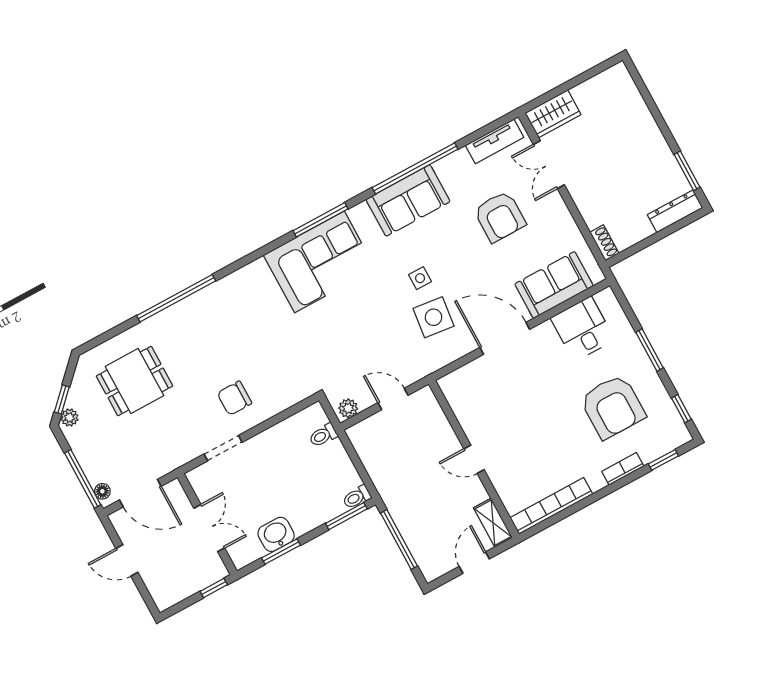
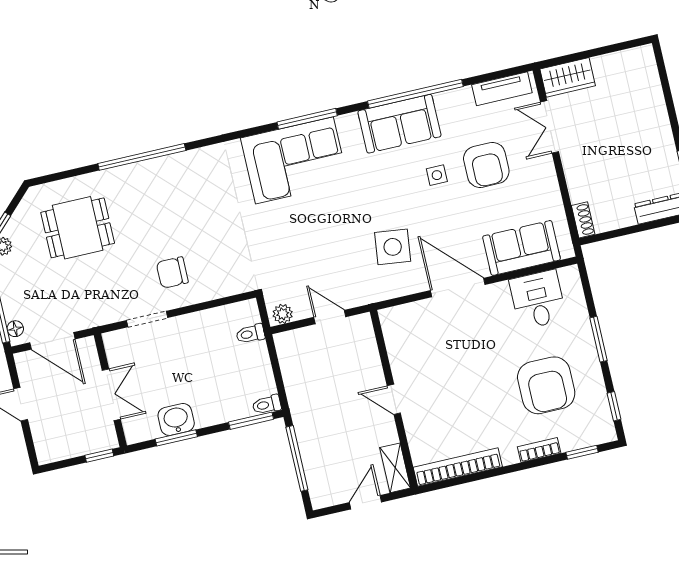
side table: (420, 278) -> (437, 175), moved

